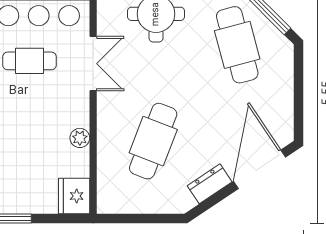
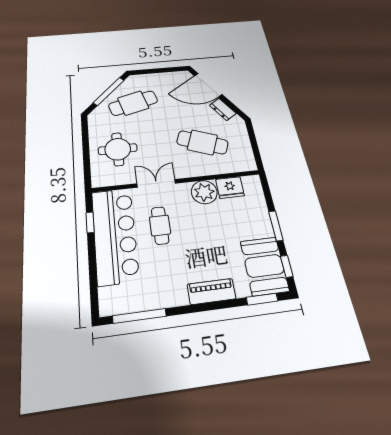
plant: (80, 138) -> (204, 192), width x1.87, depth x1.87
fridge: (74, 196) -> (230, 187), moved

